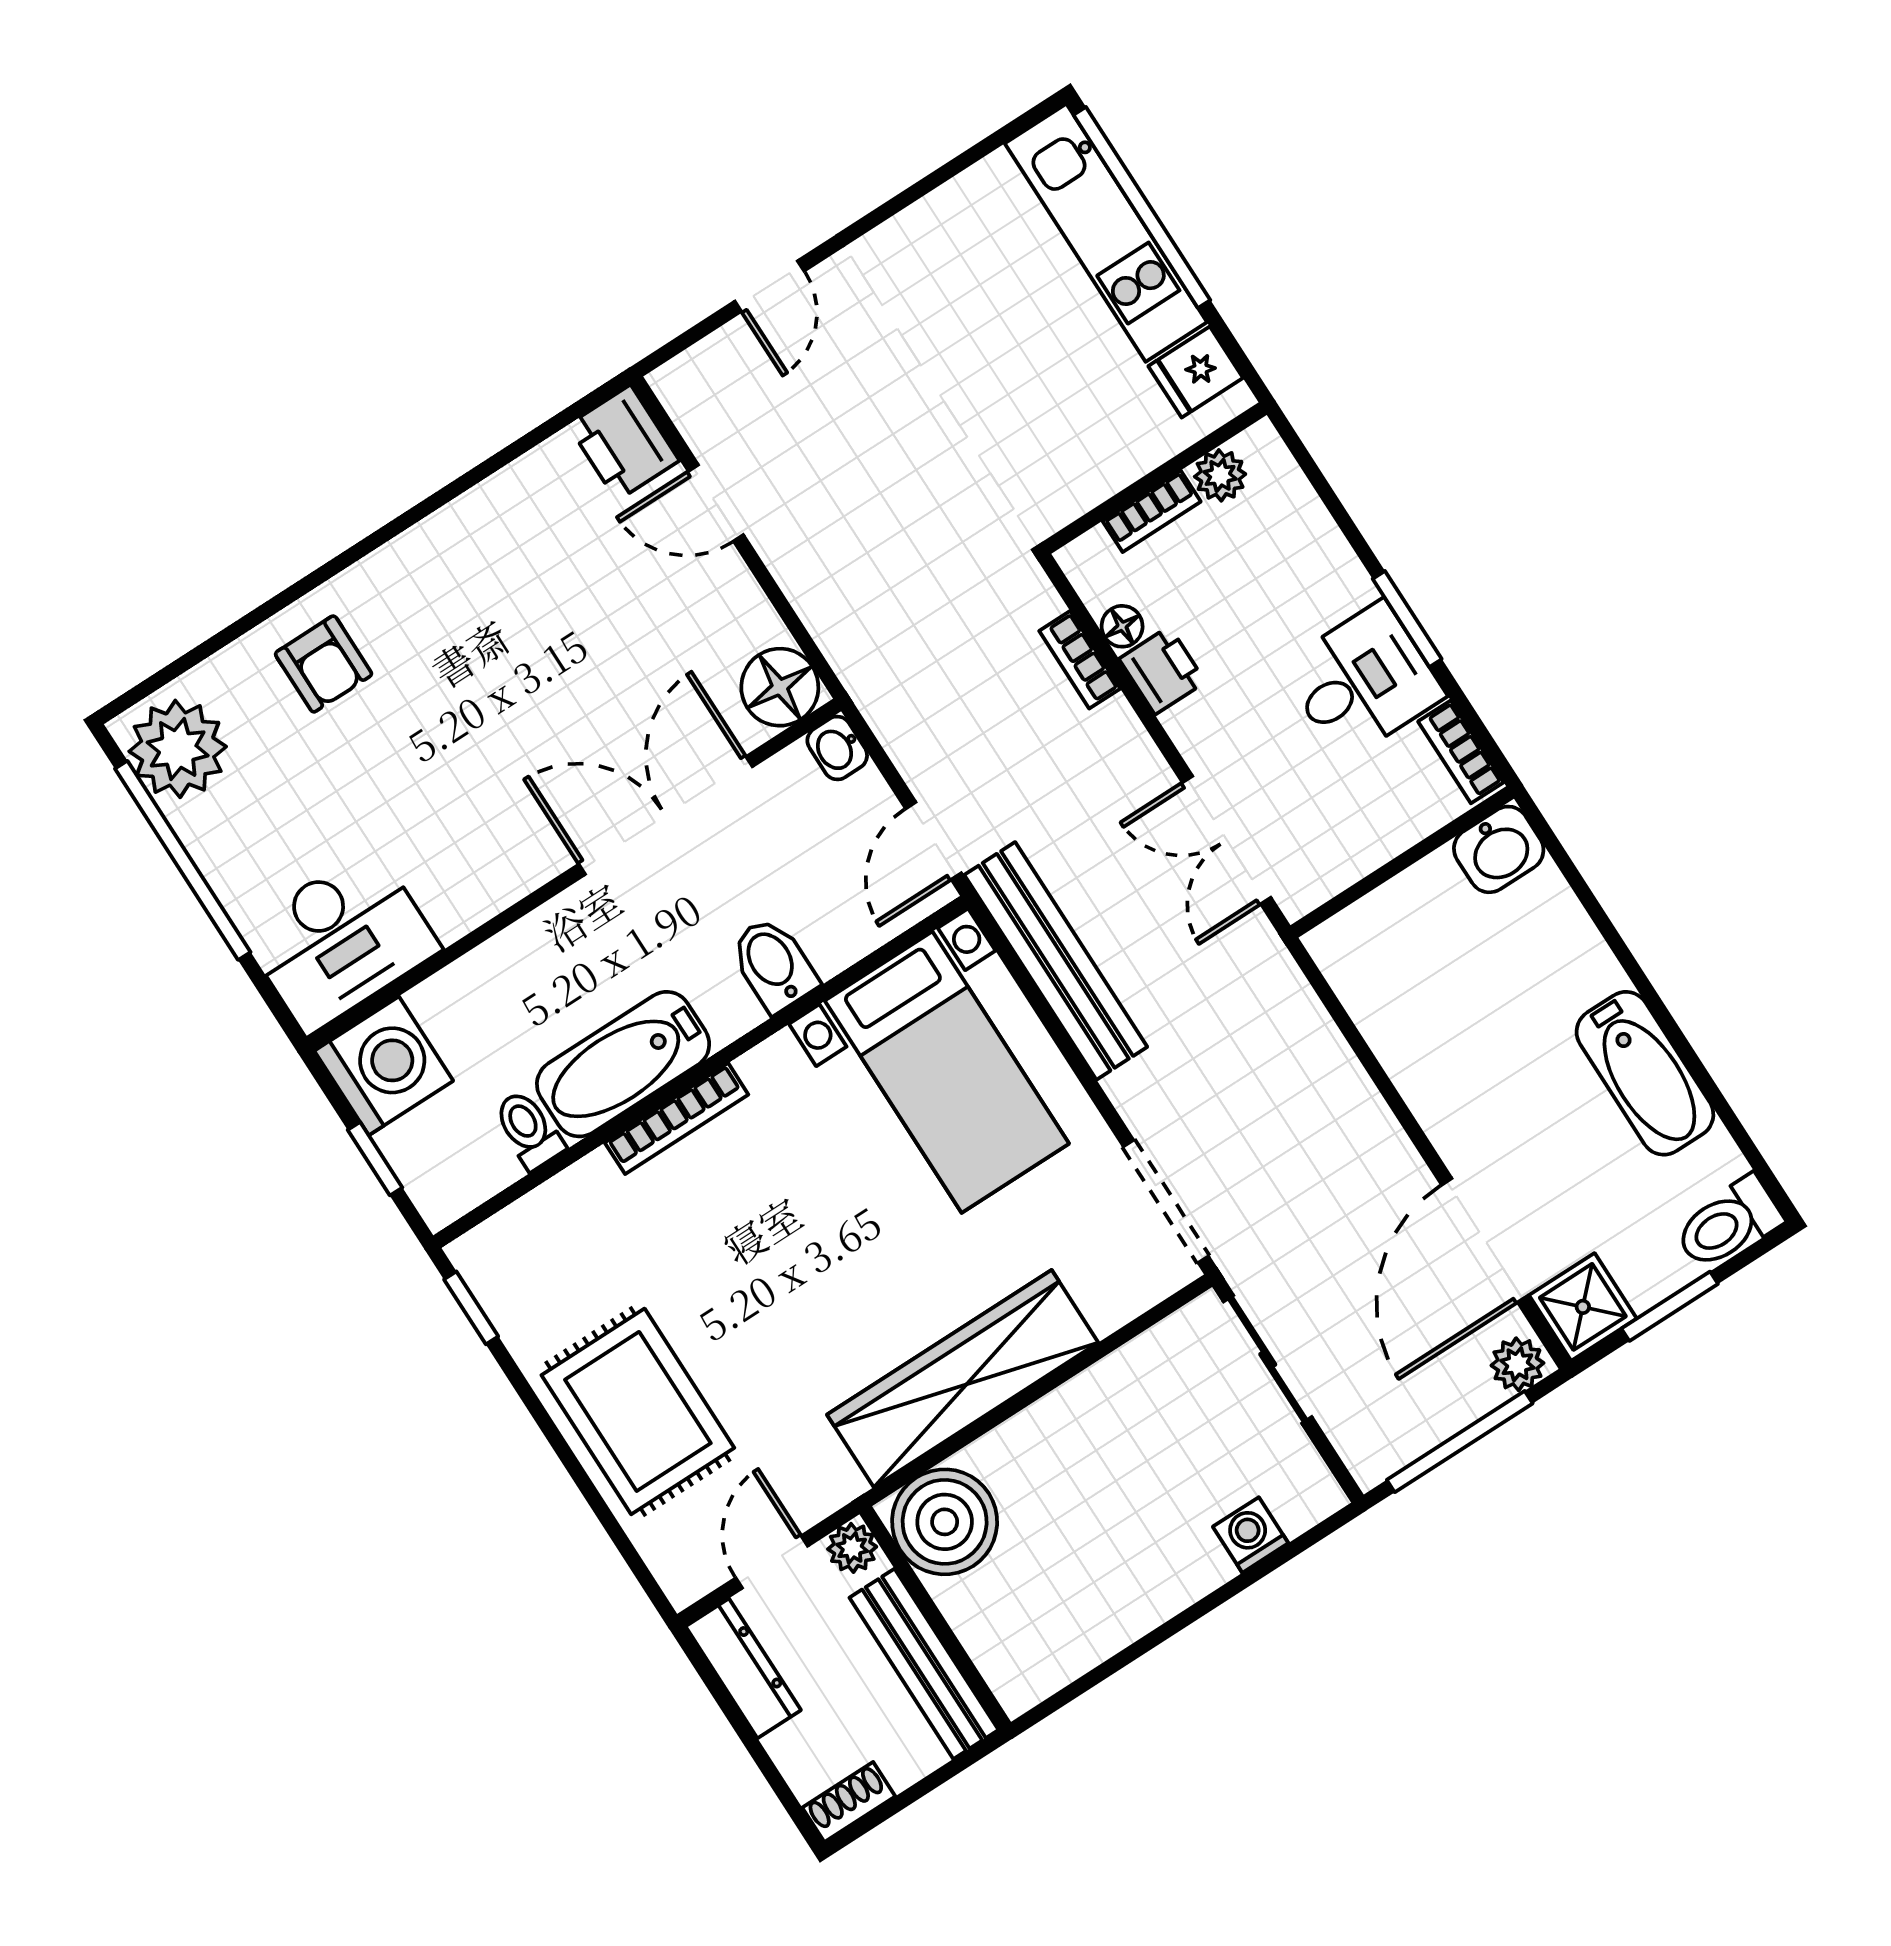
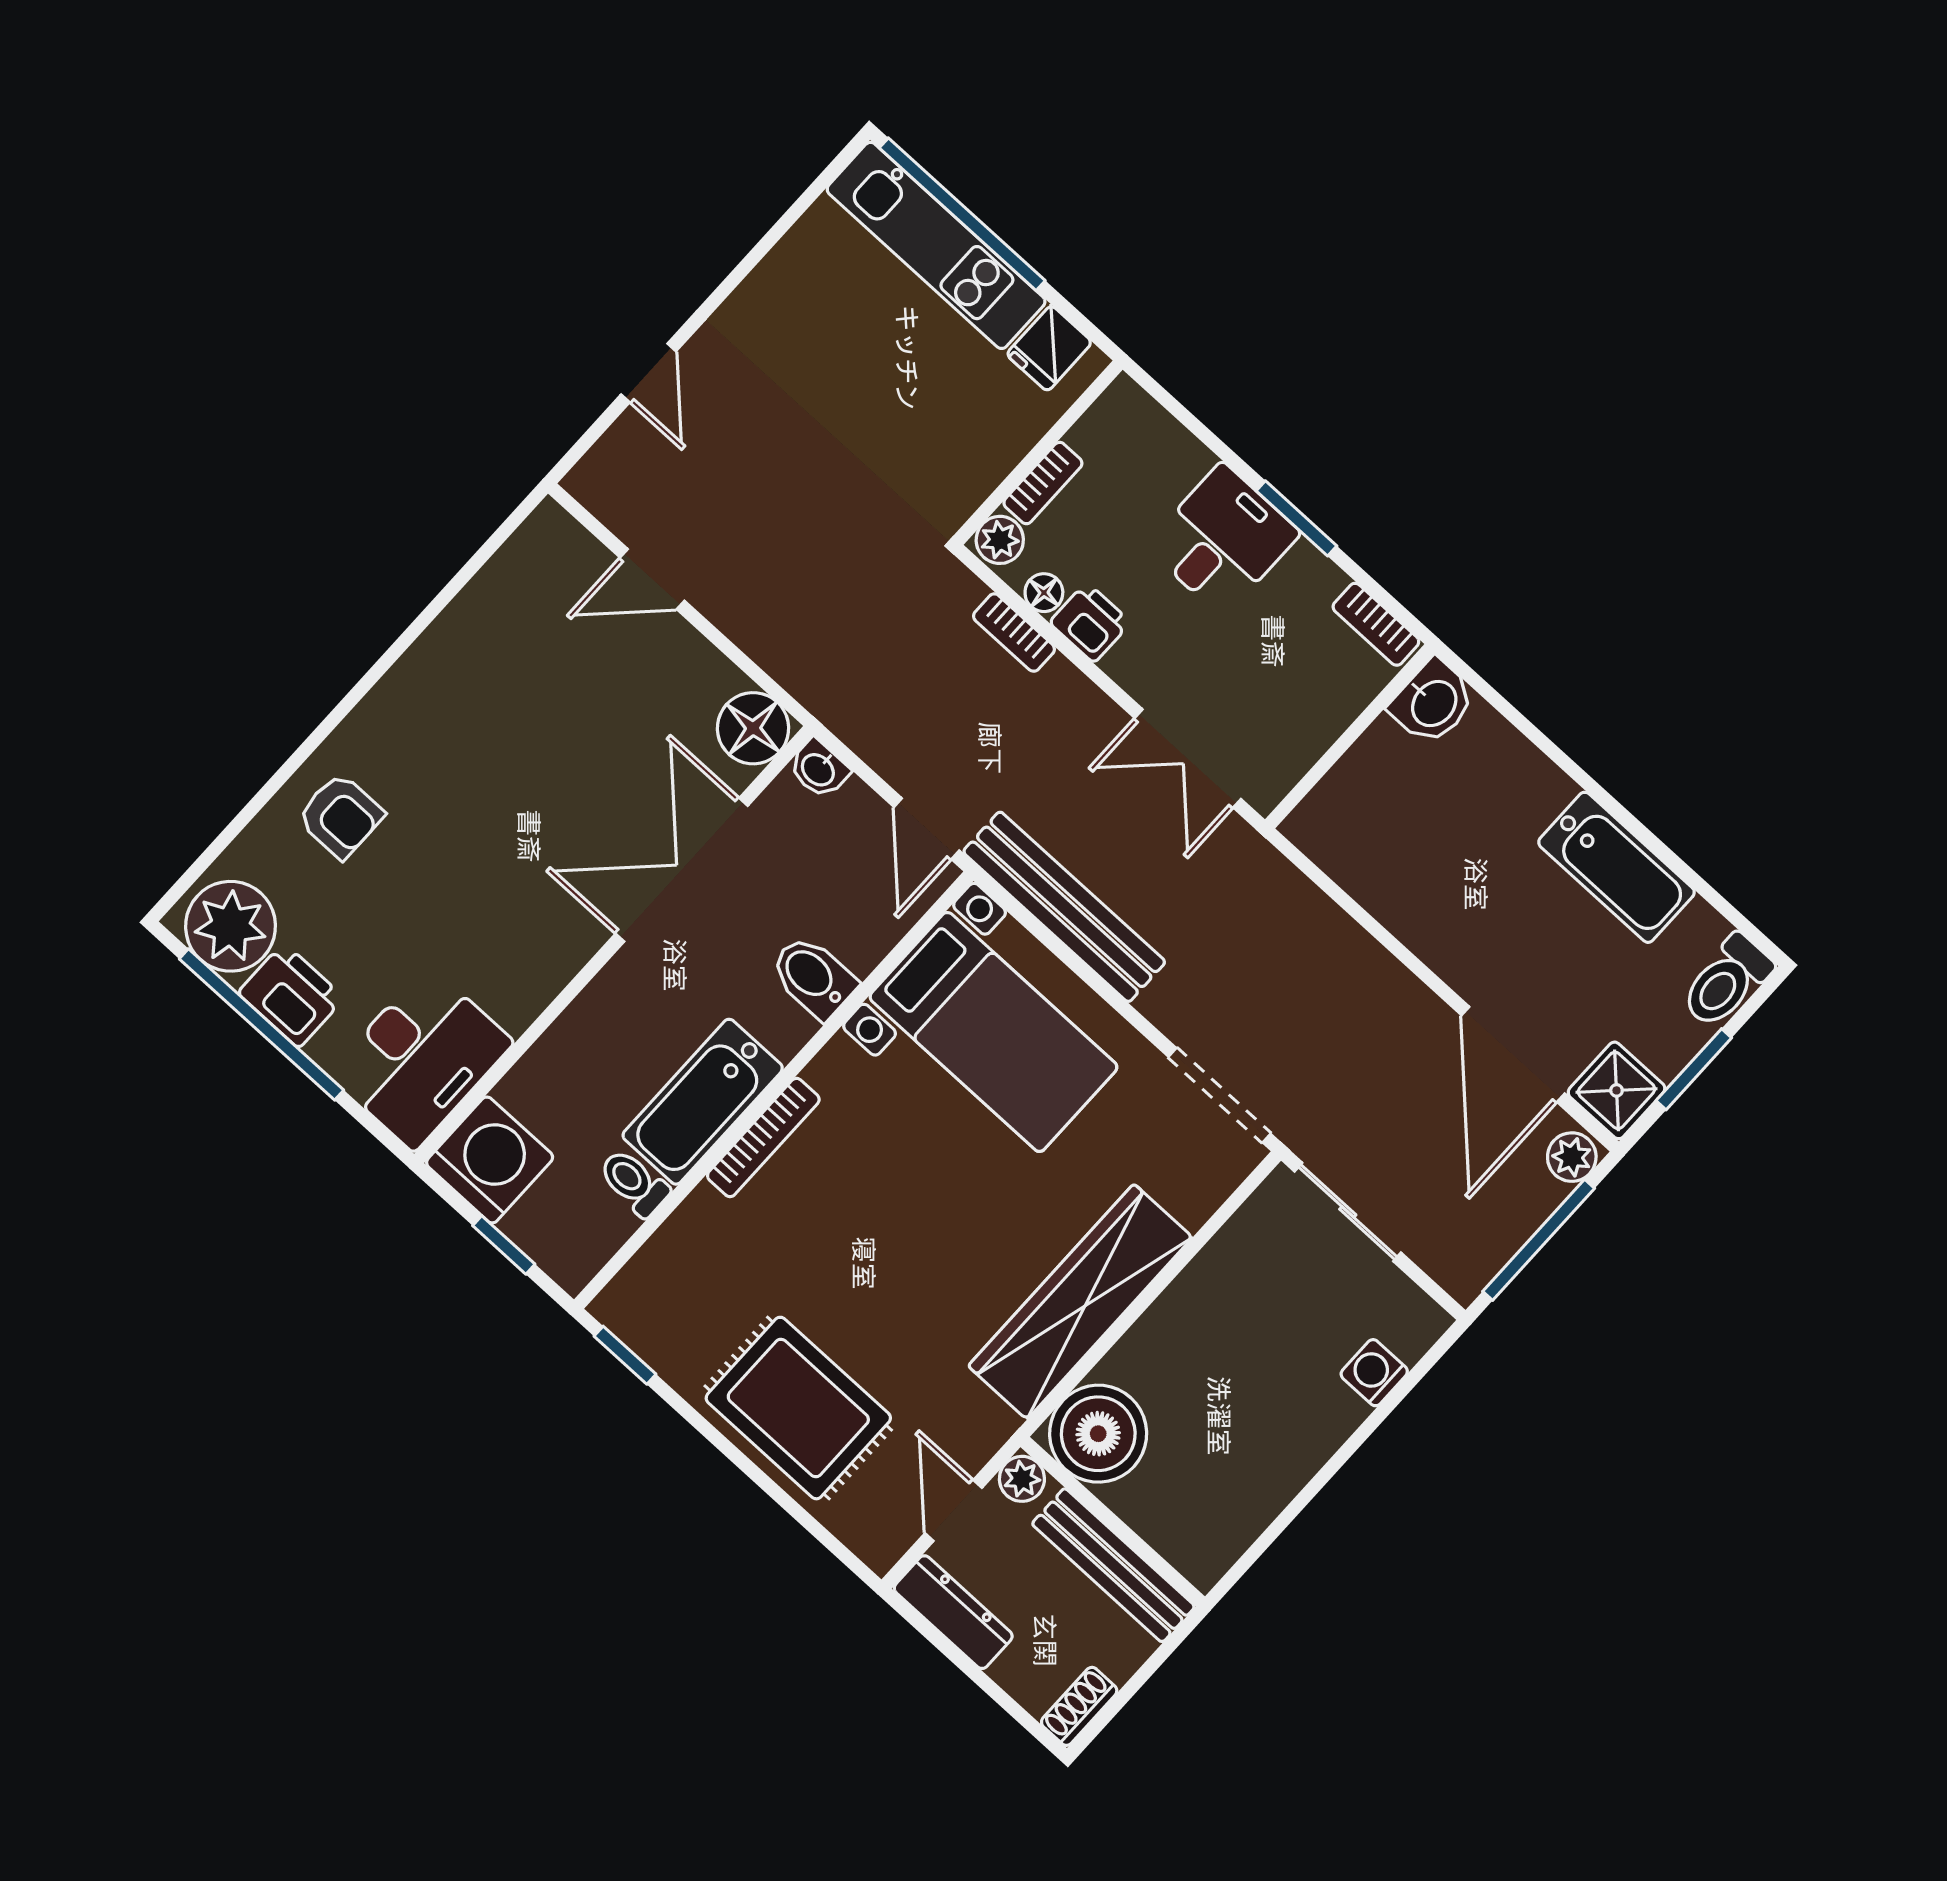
printer: (624, 443) -> (291, 995), moved, turned 180
plant: (1220, 475) -> (1000, 540), moved
desk: (1363, 681) -> (1223, 540), moved

